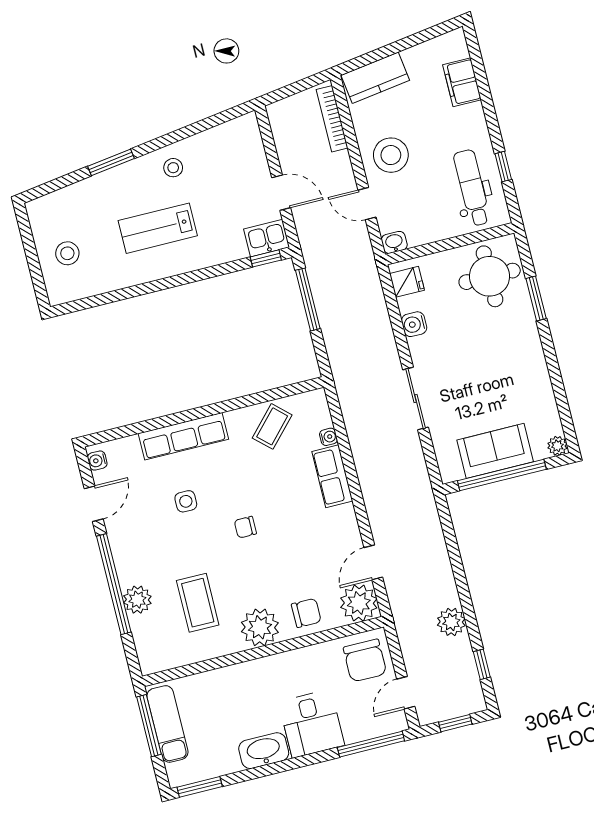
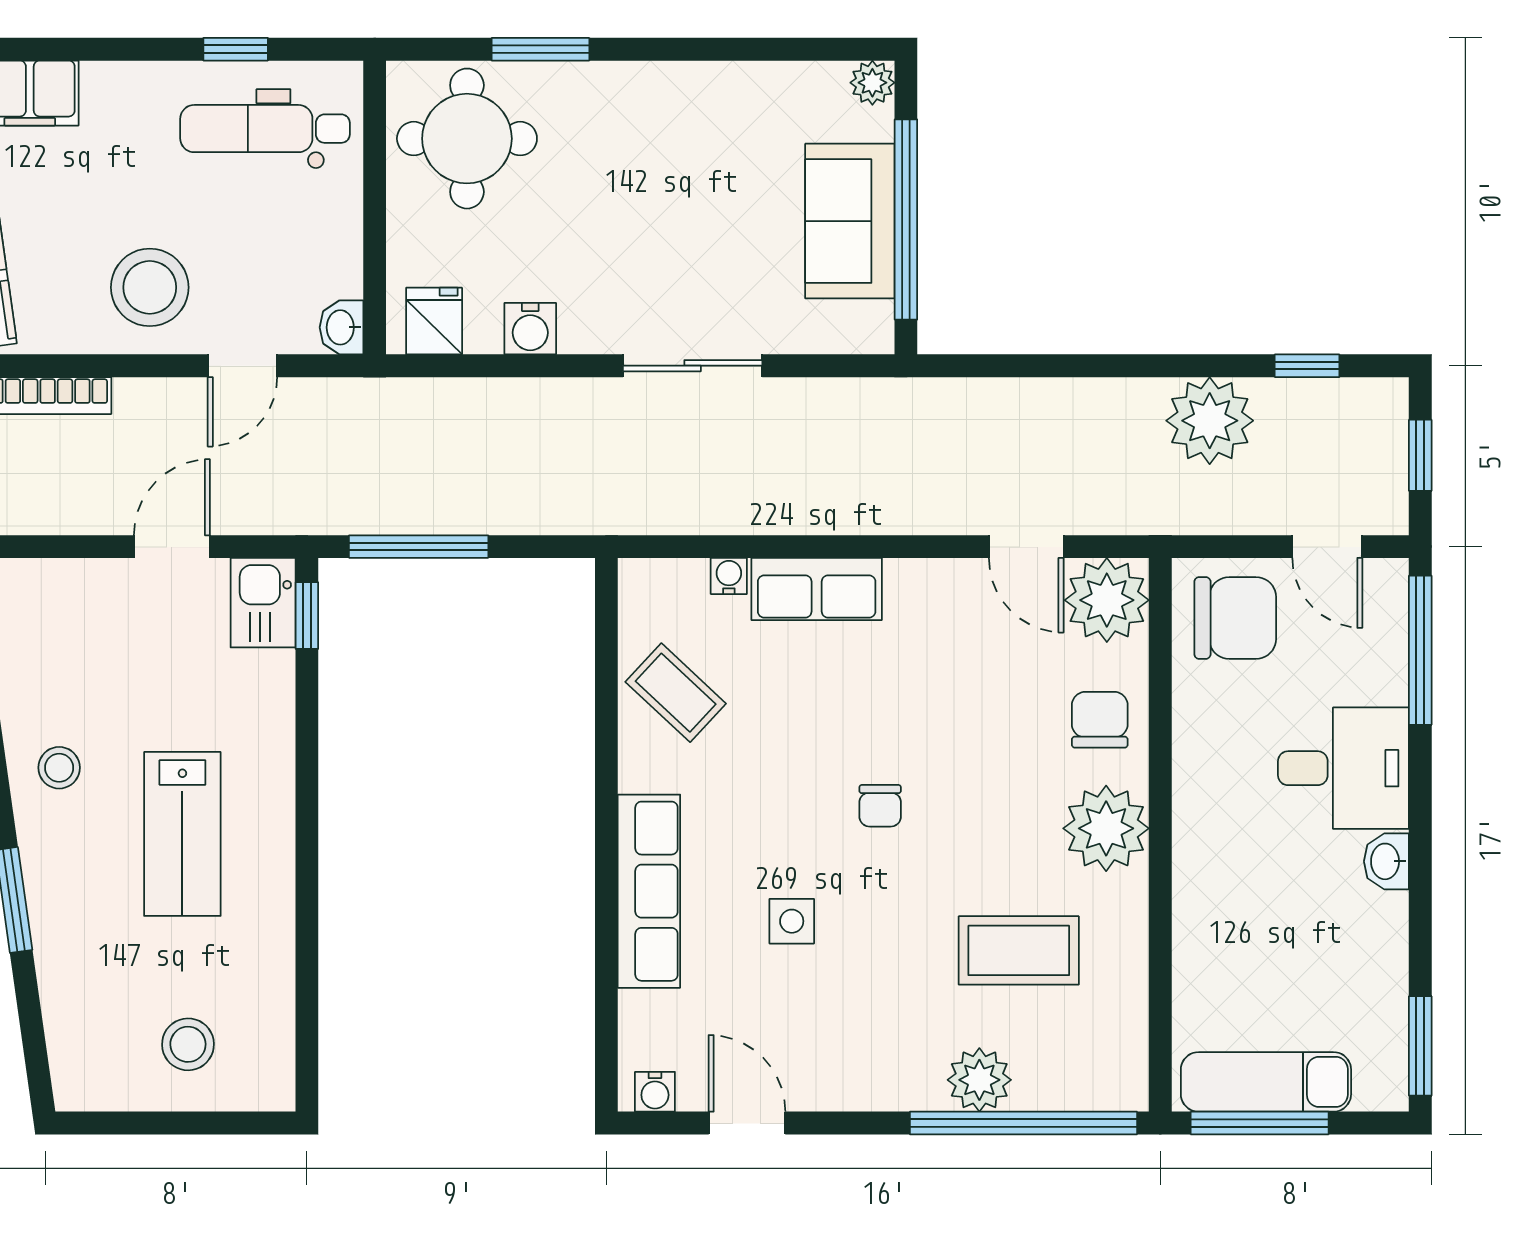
window: (114, 584) -> (1023, 1123), moved
plant: (451, 622) -> (1210, 421), width x1.36, depth x1.36
washbasin: (264, 751) -> (1386, 861), width x0.52, depth x0.69

